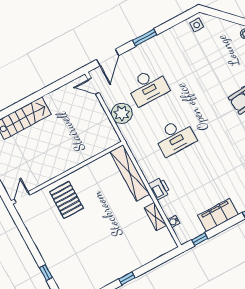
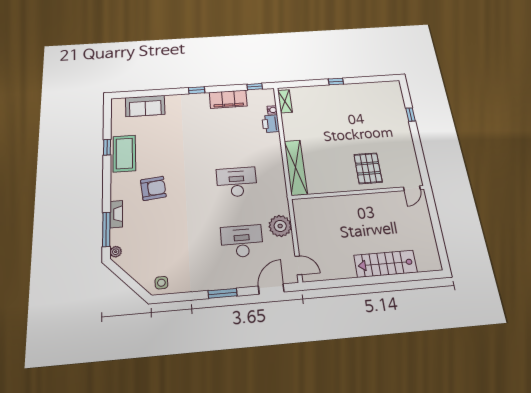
printer: (159, 189) -> (271, 124), moved
shelving: (155, 217) -> (285, 101), moved

